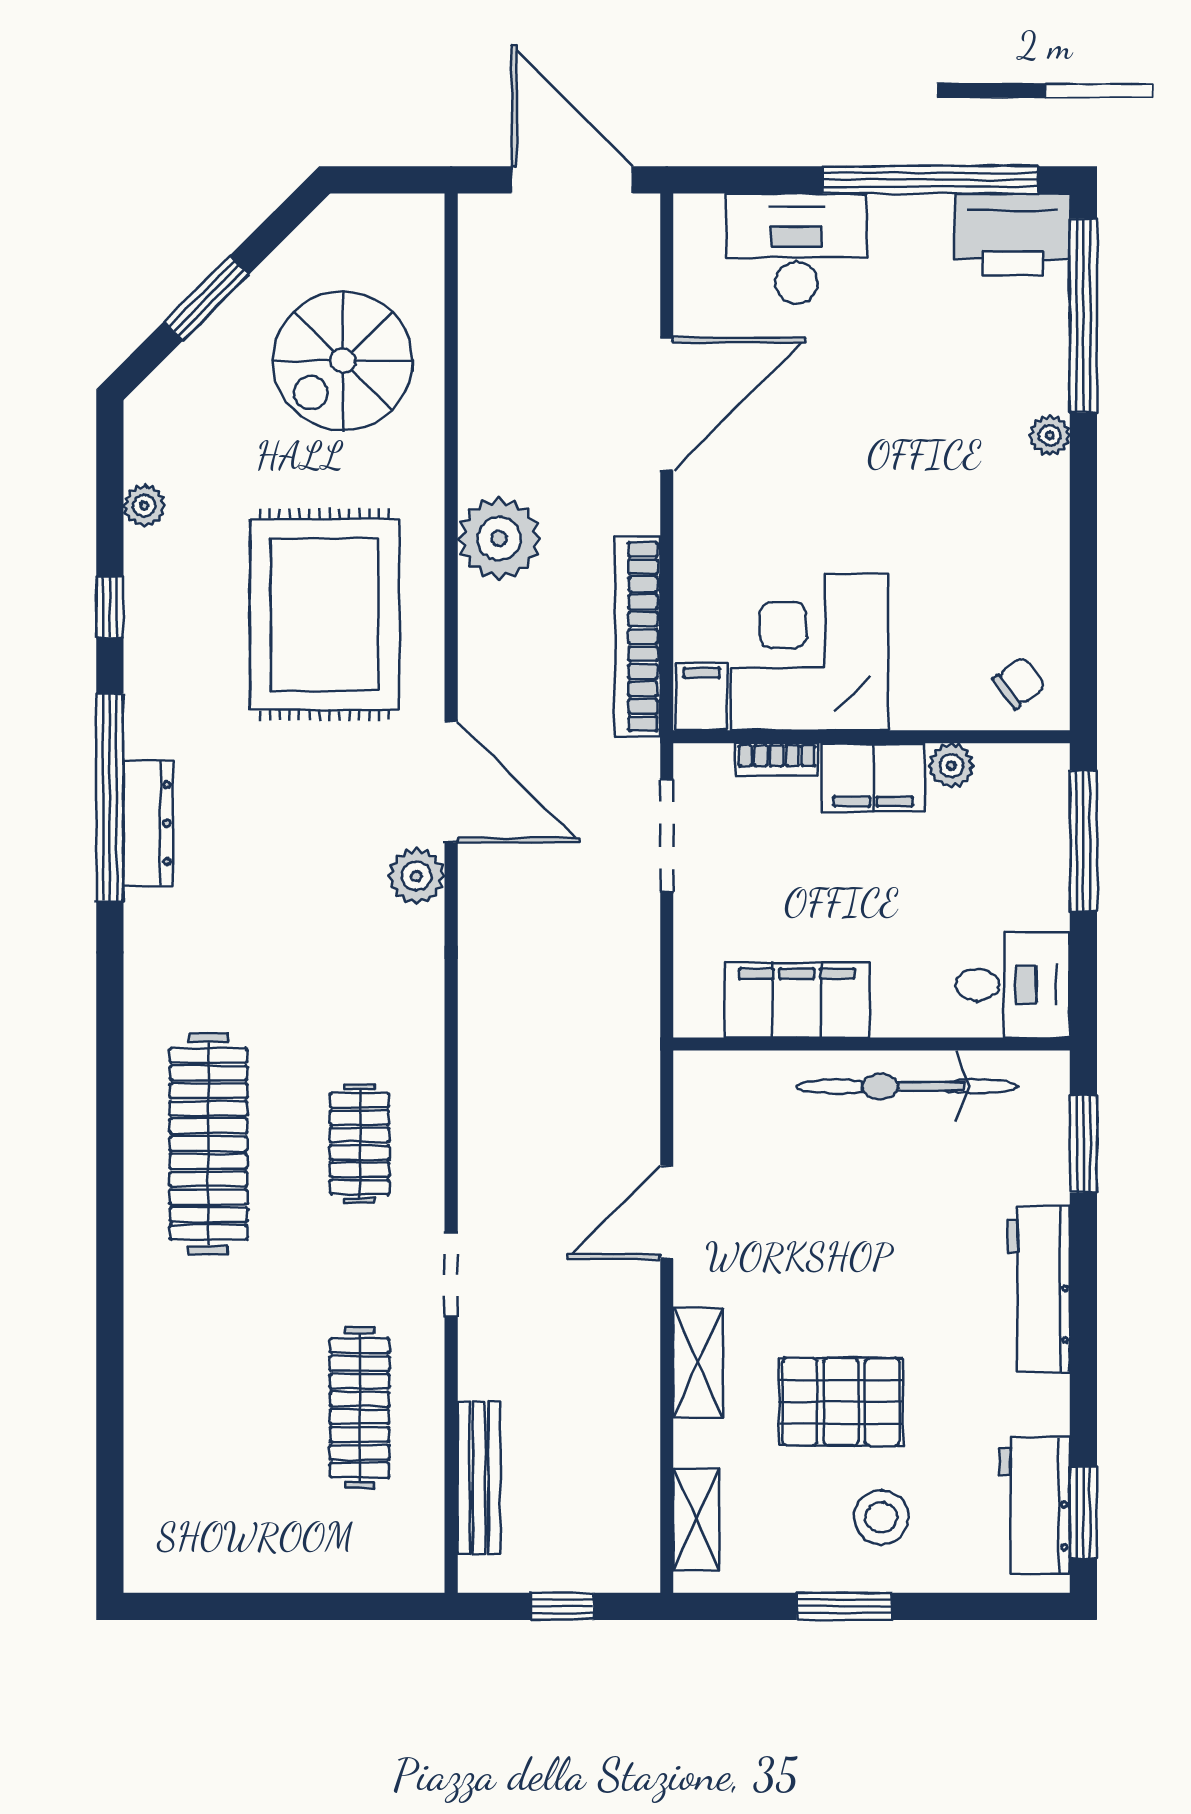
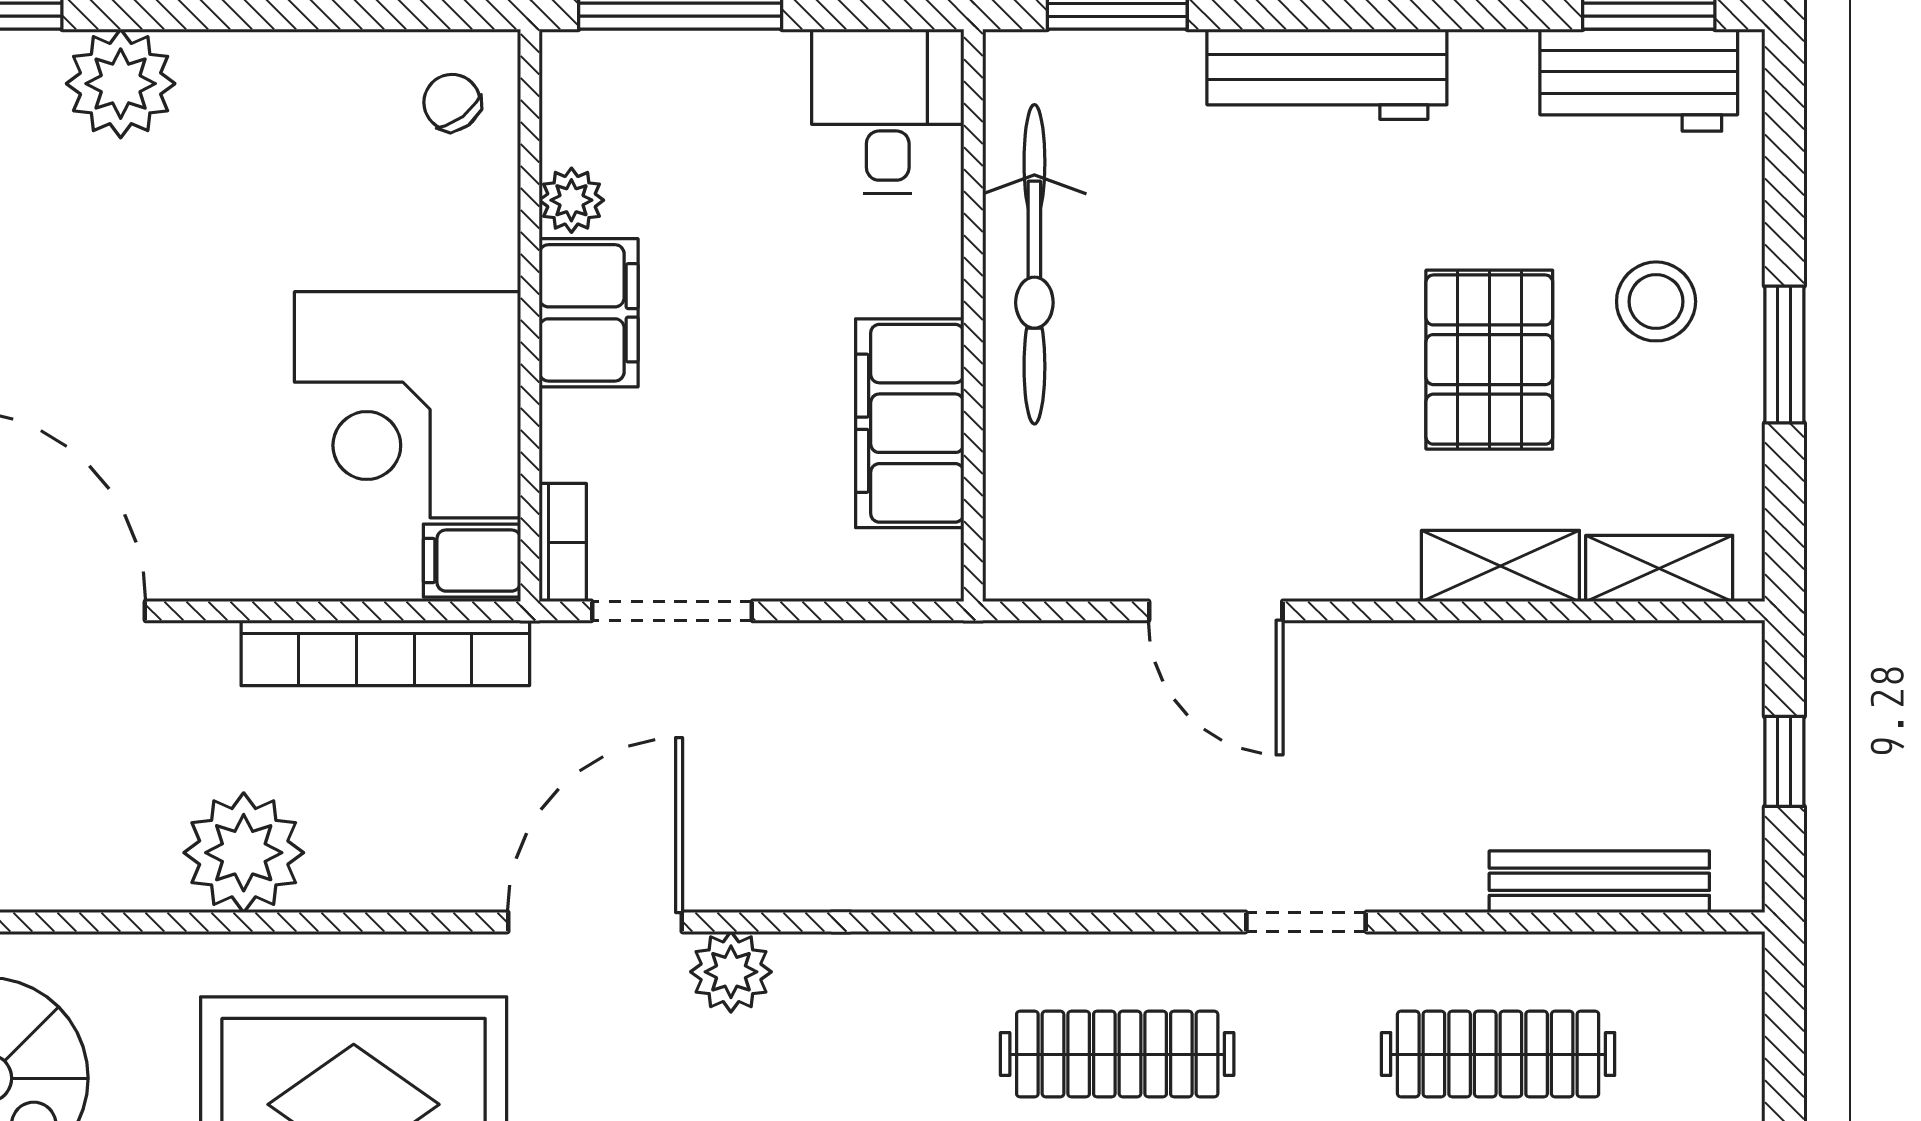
plant: (1050, 435) -> (121, 84), width x1.87, depth x1.87
bookcase: (777, 760) -> (563, 542), moved
clothes rail: (360, 1144) -> (1117, 1054), width x1.36
shelving: (698, 1363) -> (1500, 566), moved

